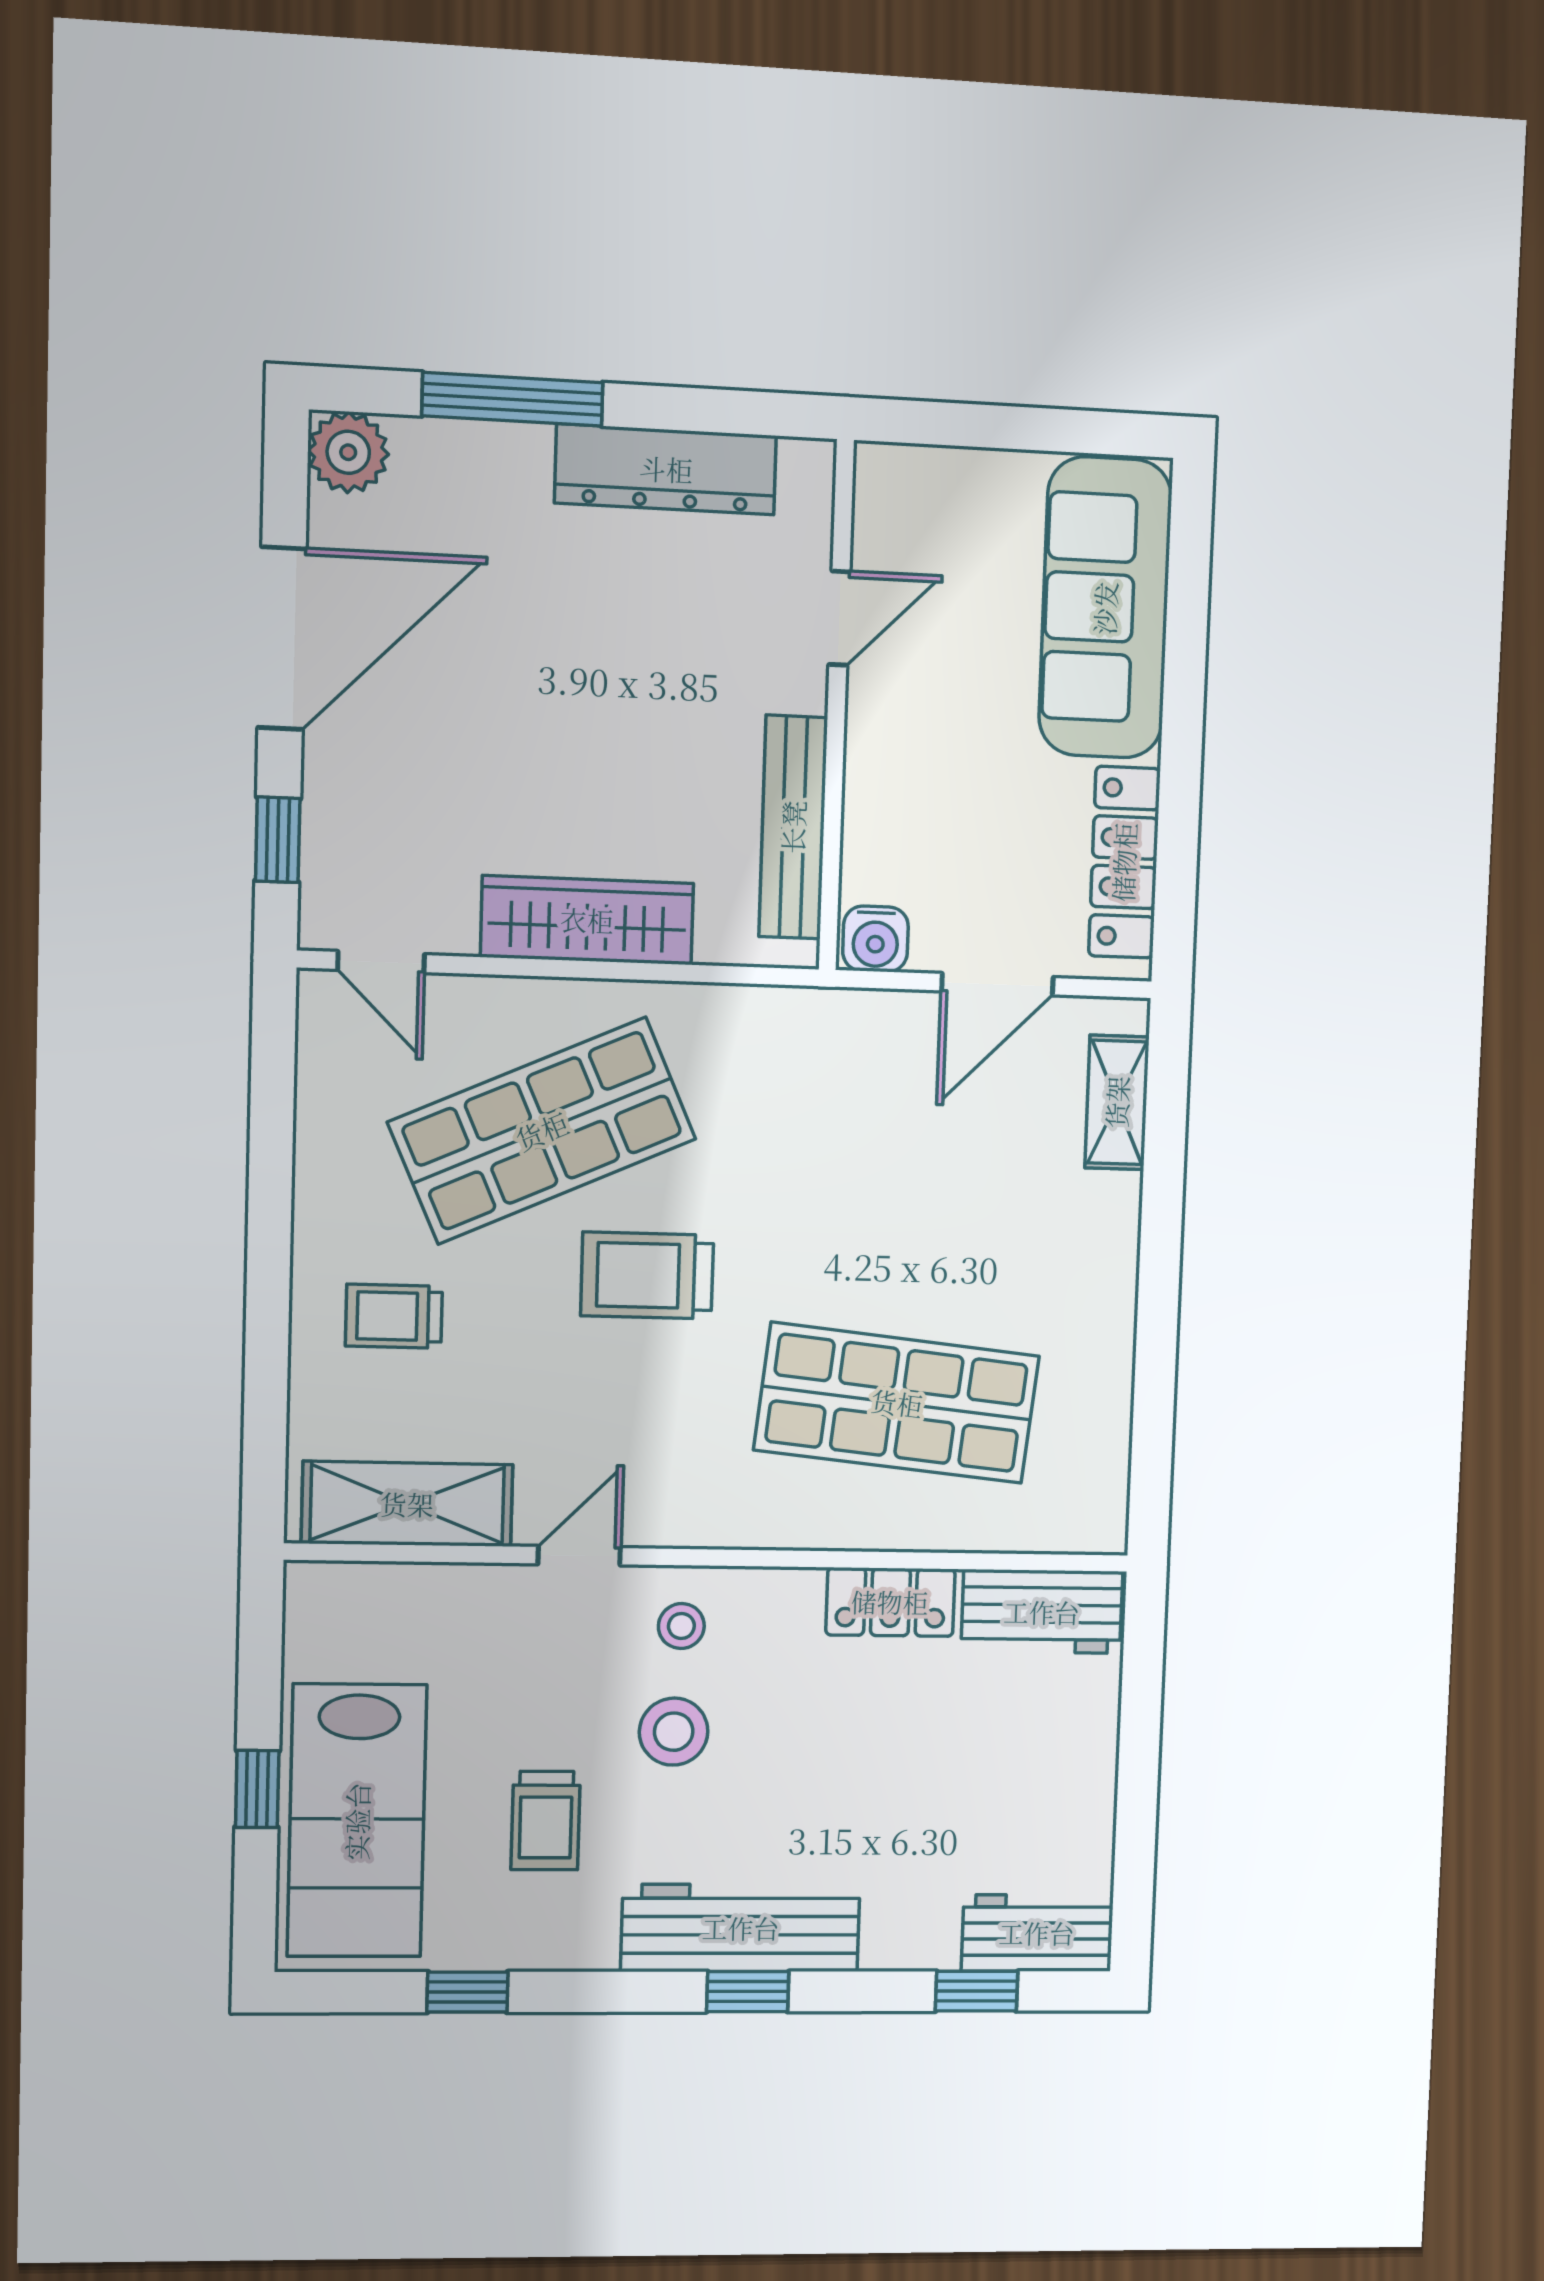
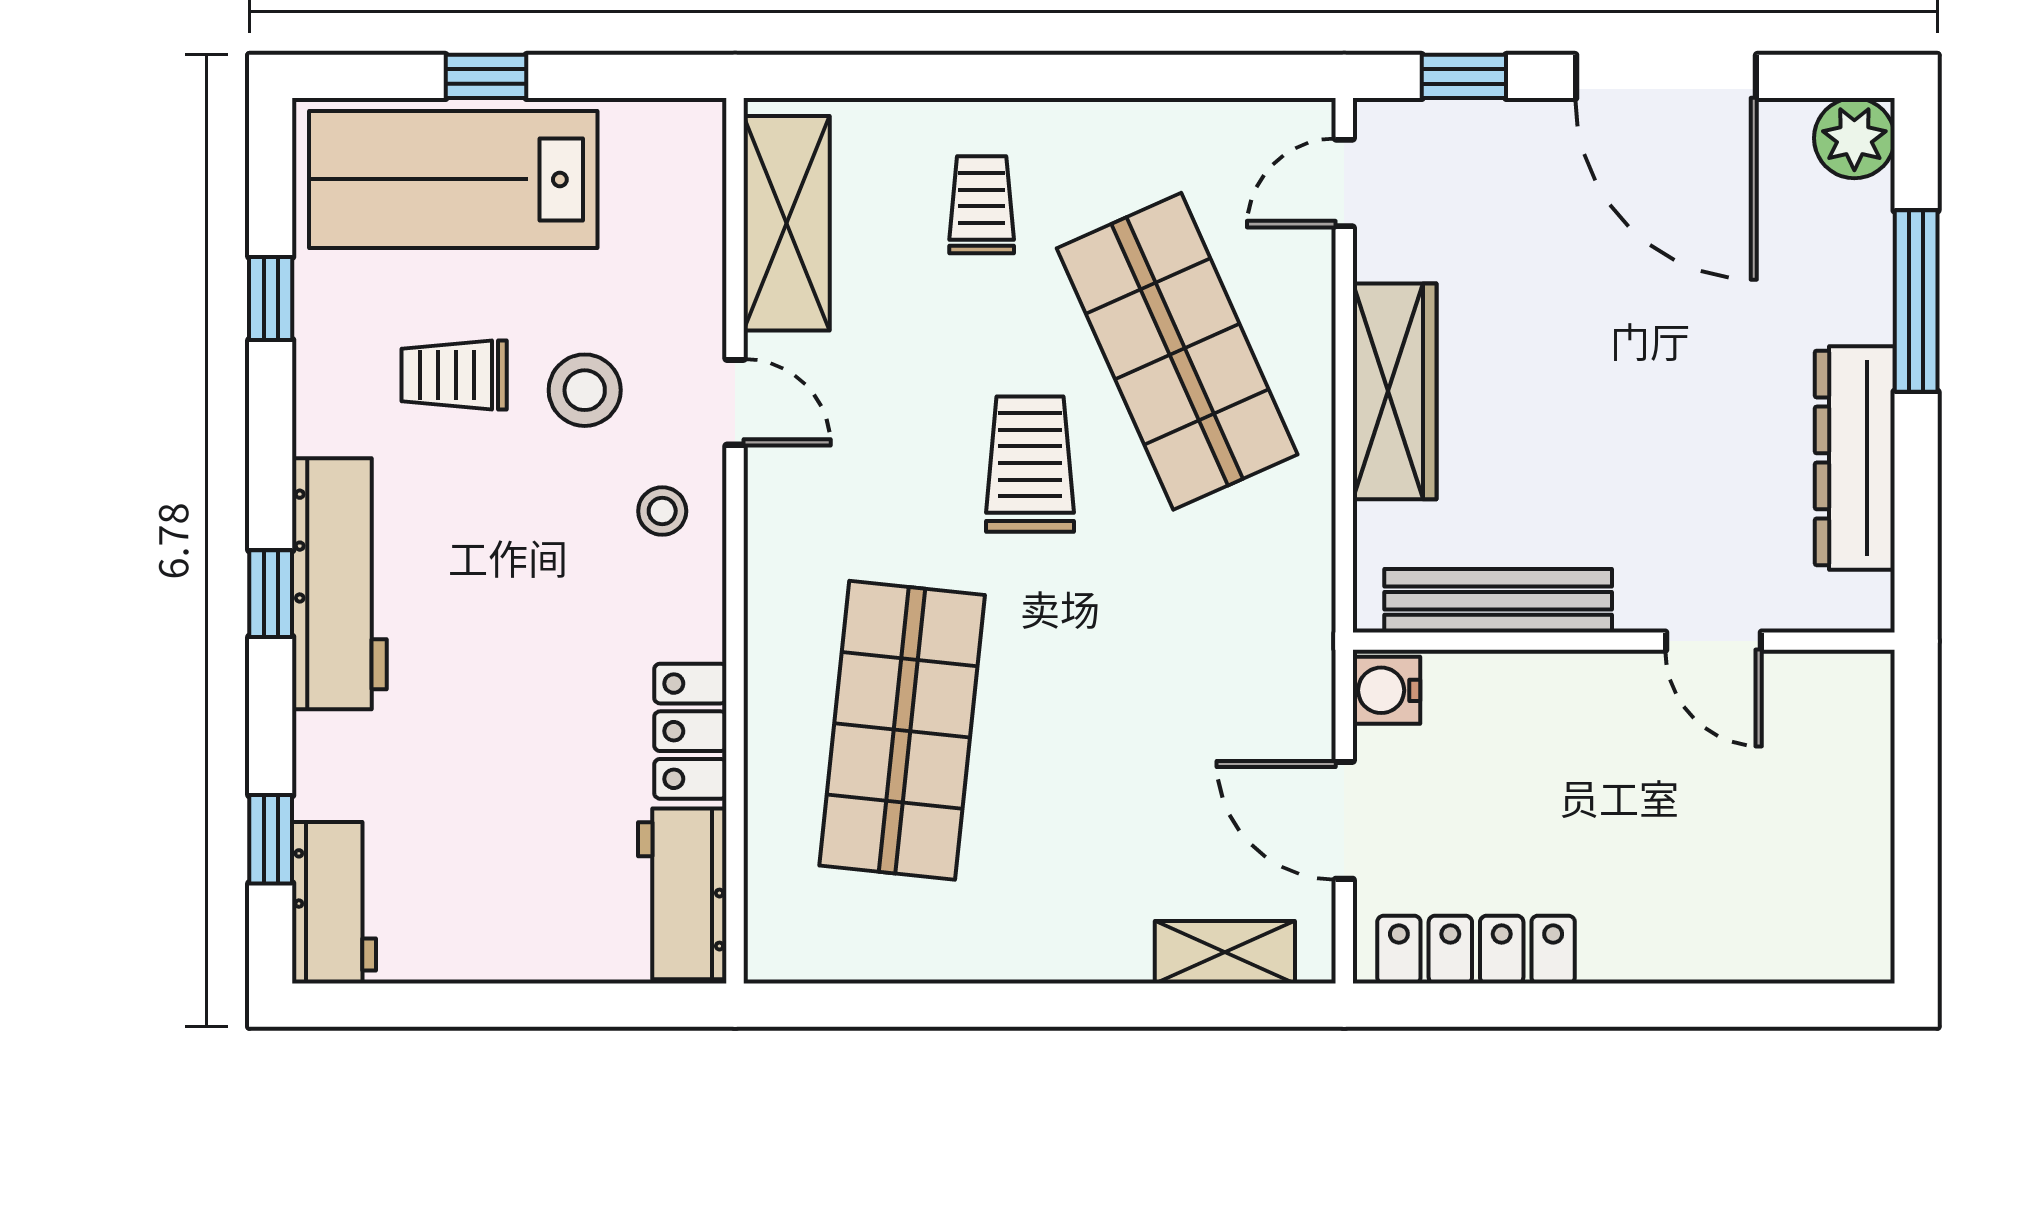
sofa: (1105, 608) -> (1738, 919), removed
stool: (674, 1732) -> (585, 390), moved

